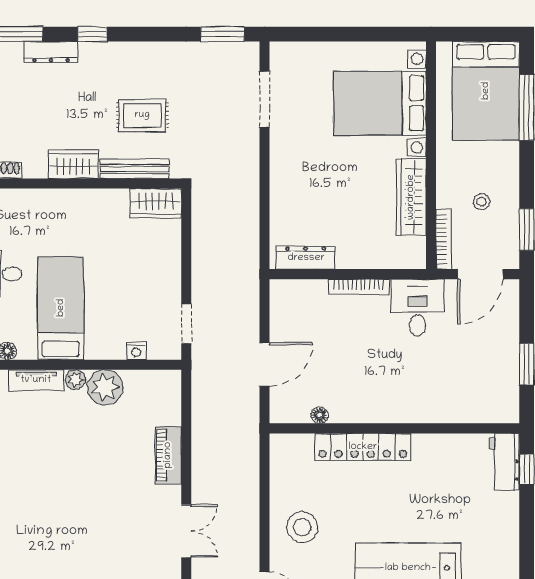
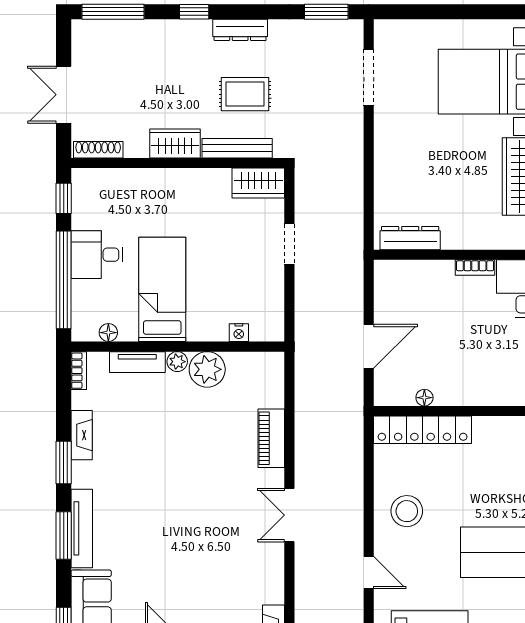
dresser: (51, 52) -> (240, 30), moved
bookcase: (359, 287) -> (475, 268), width x0.64
doorway: (186, 324) -> (289, 244), moved
locker: (363, 447) -> (423, 430), moved
double door: (186, 531) -> (289, 515), swing flipped

